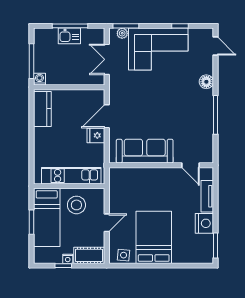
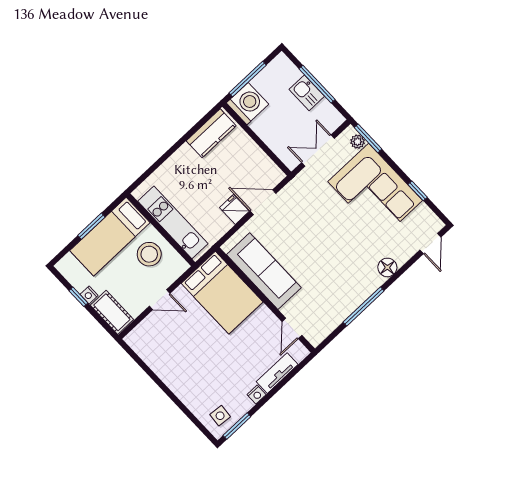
washing machine: (40, 79) -> (248, 104), width x1.89, depth x1.89
nightstand: (204, 223) -> (256, 395), width x0.53, depth x0.56
bed: (154, 237) -> (222, 293), moved, turned 90
side table: (124, 255) -> (220, 416), moved

